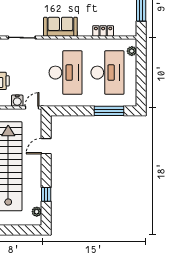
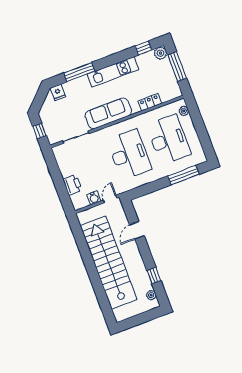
sofa: (60, 27) -> (108, 113), width x1.36

